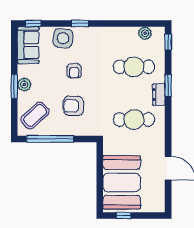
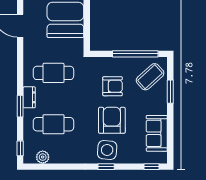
side table: (63, 38) -> (107, 150), moved
sofa: (28, 45) -> (157, 133), moved
armchair: (74, 71) -> (112, 120), width x1.88, depth x1.88
plant: (24, 85) -> (161, 107), removed
window: (14, 86) -> (170, 92), moved

